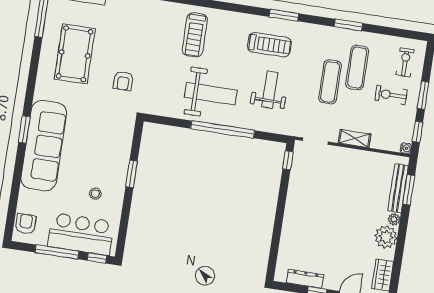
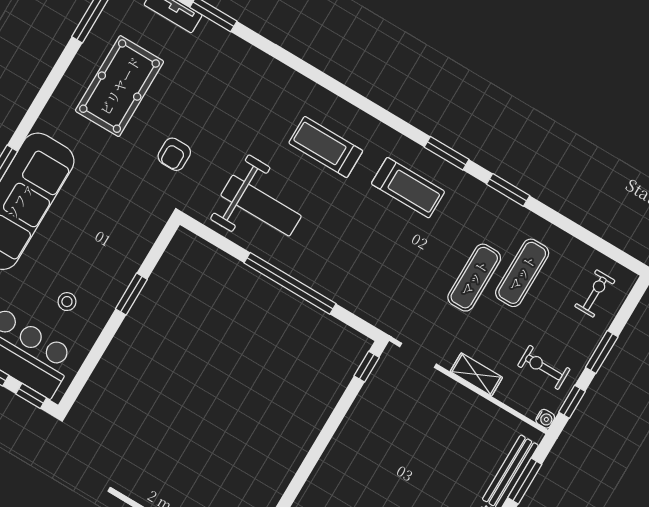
window: (348, 25) -> (508, 190), moved
treadmill: (195, 35) -> (326, 147), moved, turned 90
weight bench: (270, 90) -> (382, 253), removed
weight bench: (211, 94) -> (261, 206), moved
exercise bike: (391, 95) -> (544, 367), moved

